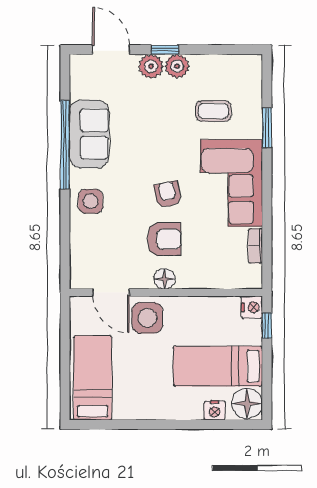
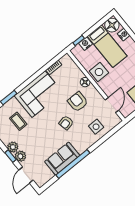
armchair: (168, 194) -> (66, 123), moved
side table: (91, 201) -> (96, 127), moved
floor lamp: (165, 279) -> (85, 82), moved
nightstand: (252, 307) -> (86, 44), moved
side table: (147, 318) -> (99, 72), moved

